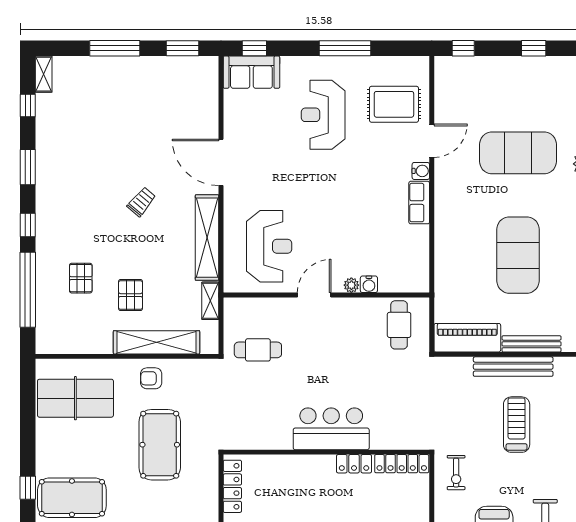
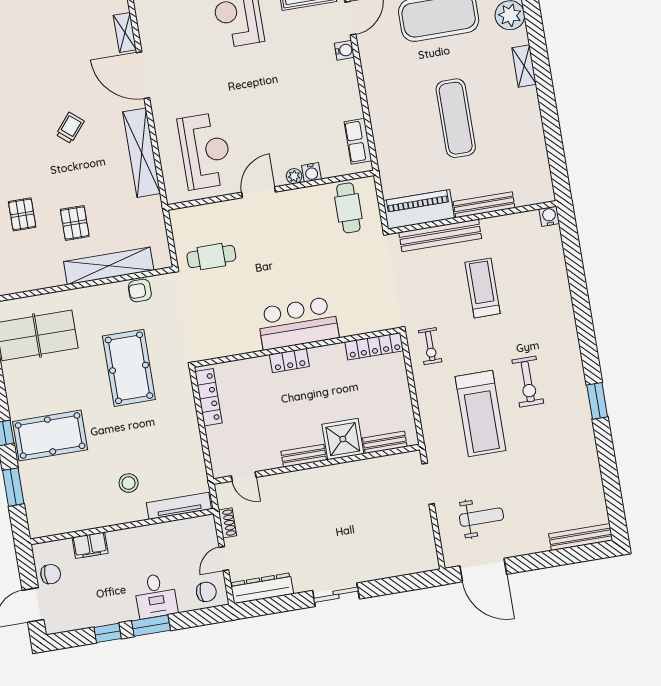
row of seats: (419, 203) -> (358, 141), moved
exercise mat: (518, 255) -> (456, 118), width x0.68
shelving: (210, 301) -> (125, 33), moved
bench: (513, 367) -> (440, 235), moved
armchair: (151, 378) -> (140, 290), moved
locker: (354, 464) -> (289, 361), moved

